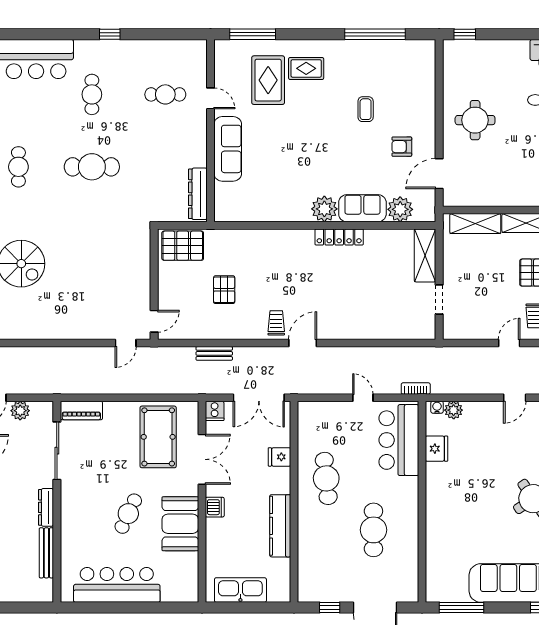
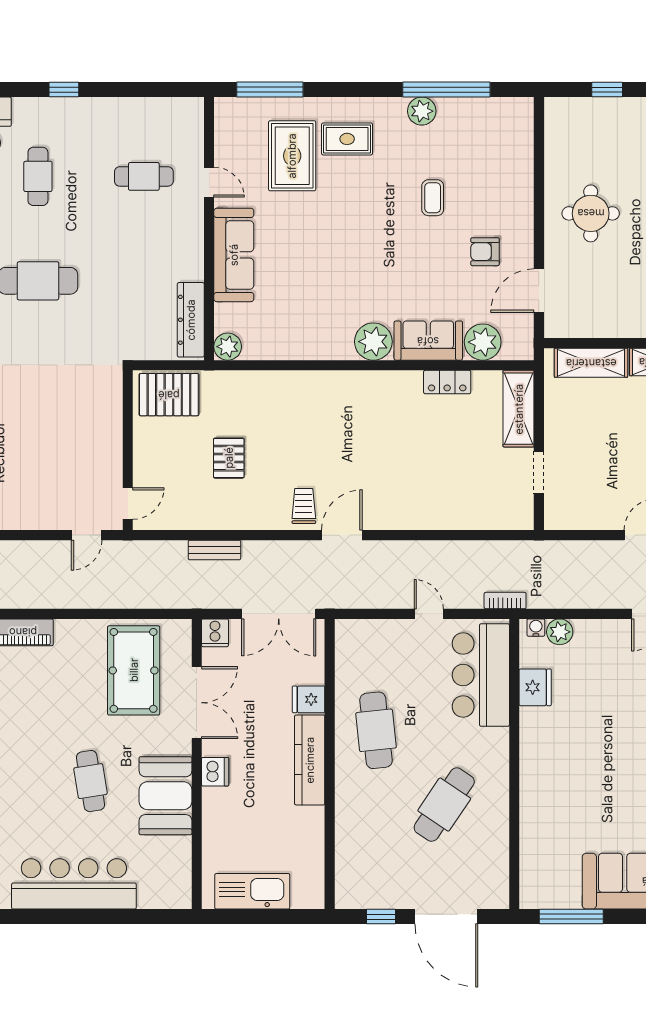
window: (465, 34) -> (607, 90), moved
plant: (358, 49) -> (422, 111), added
plant: (223, 212) -> (228, 347), added
locker: (339, 237) -> (447, 382), moved, width x0.66
cafe table: (128, 514) -> (91, 781), turned -34
kitchen counter: (280, 526) -> (310, 760), moved
cafe table: (373, 530) -> (444, 805), turned 34

